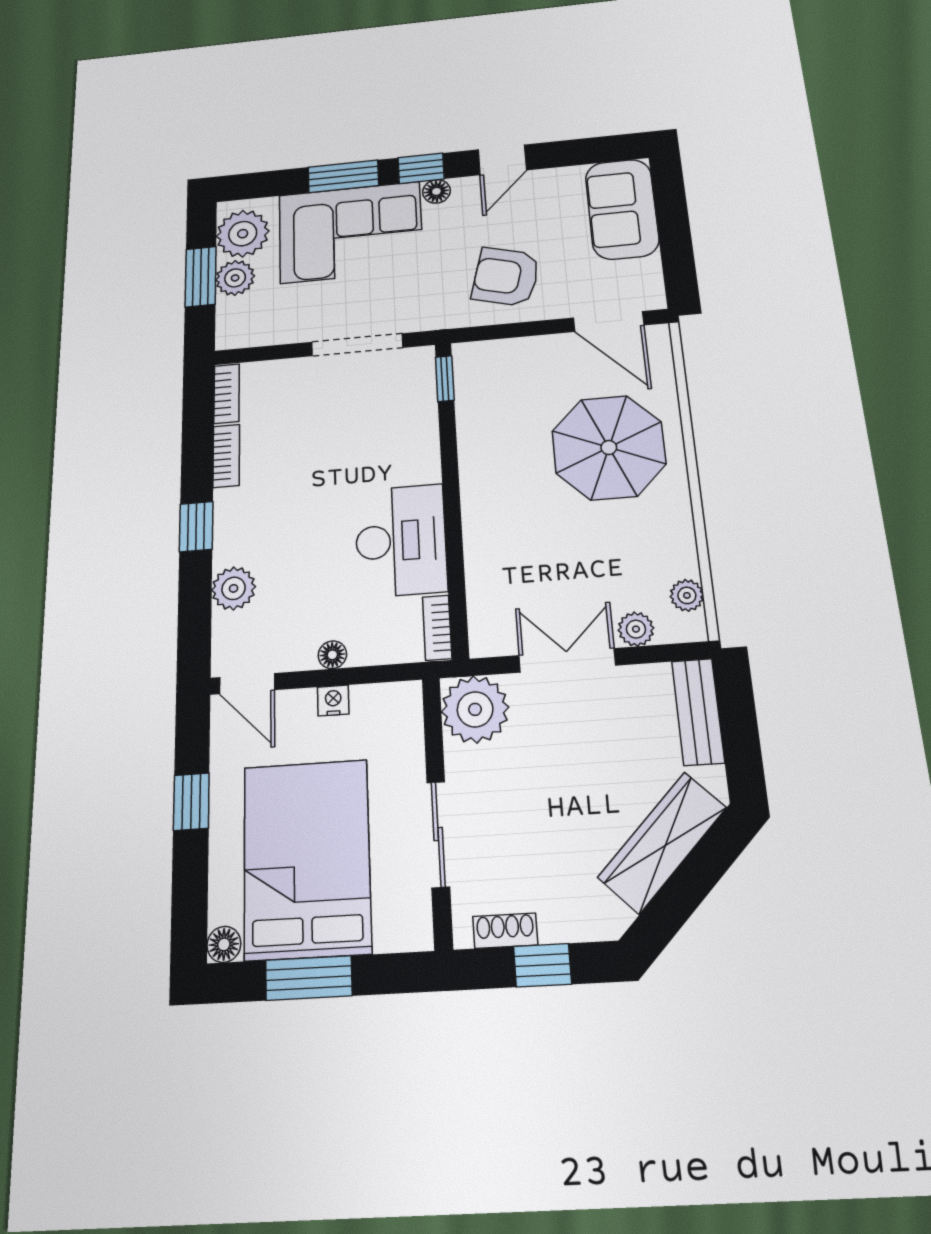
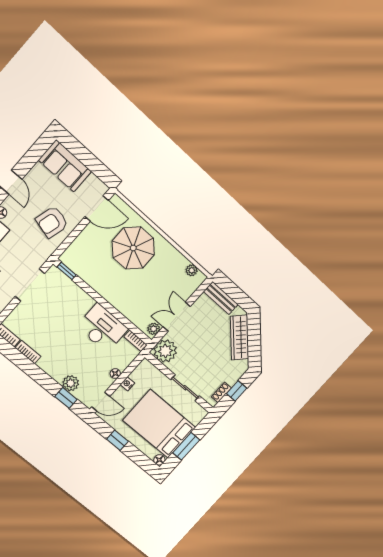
window: (196, 527) -> (66, 398), moved
plant: (636, 629) -> (154, 329), moved

